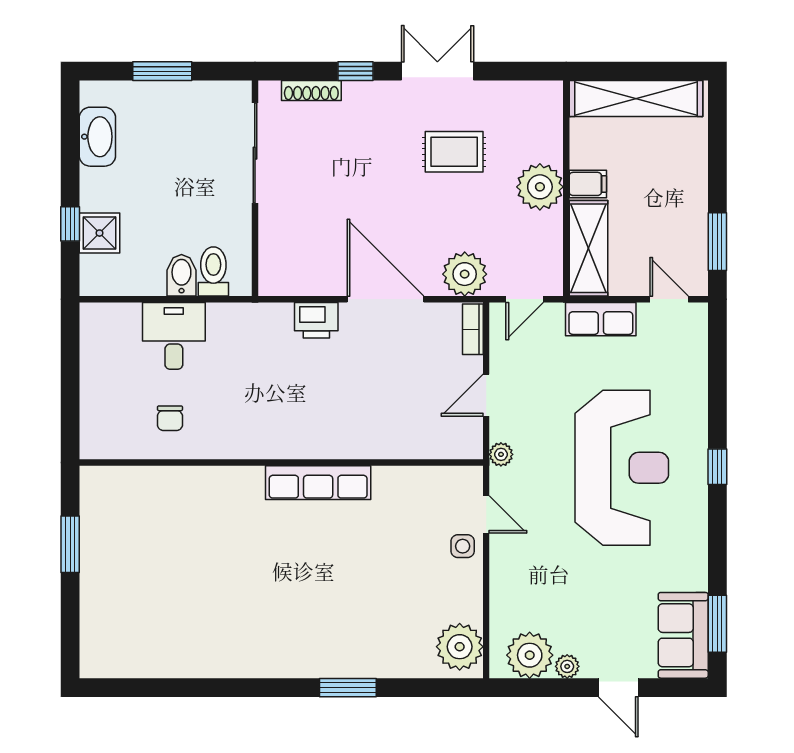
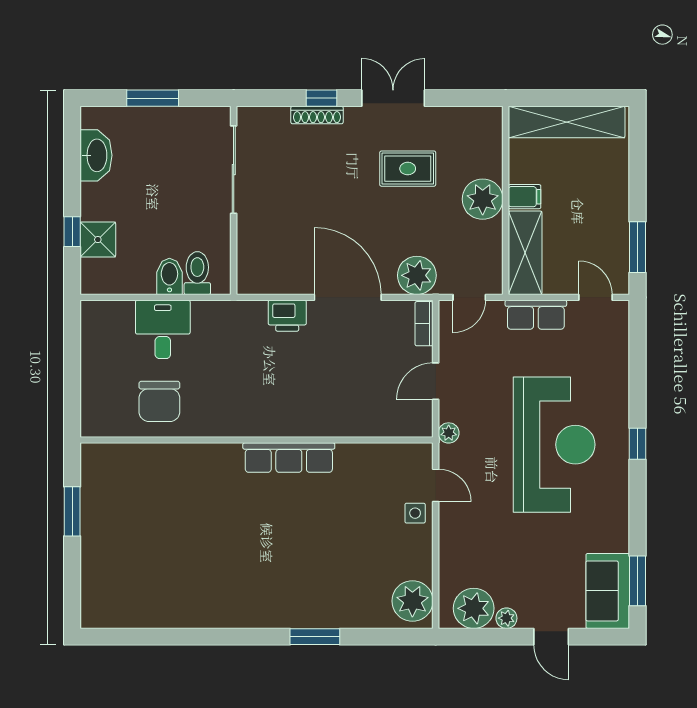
shoe rack: (311, 91) -> (317, 115), moved
chair: (170, 418) -> (159, 401), width x1.87, depth x1.87

